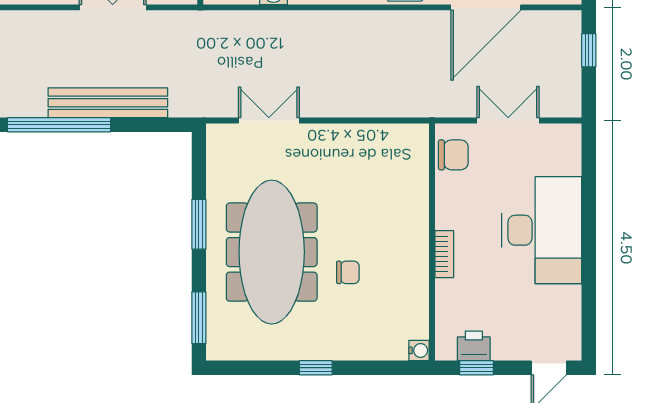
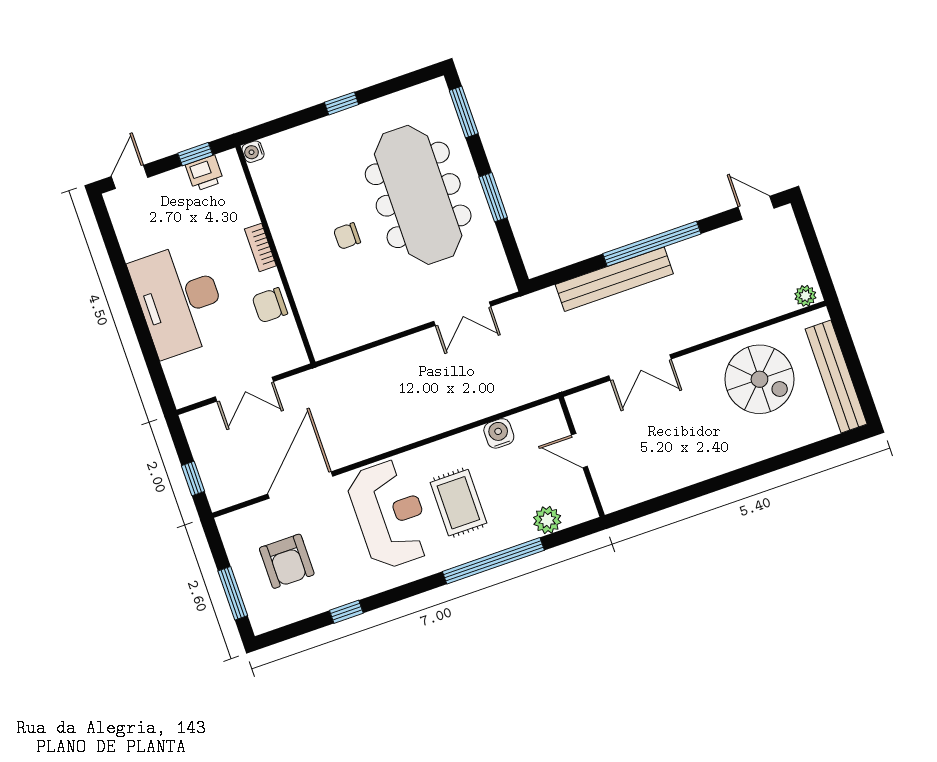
chair: (453, 155) -> (270, 305), moved
chair: (348, 272) -> (347, 236), moved

